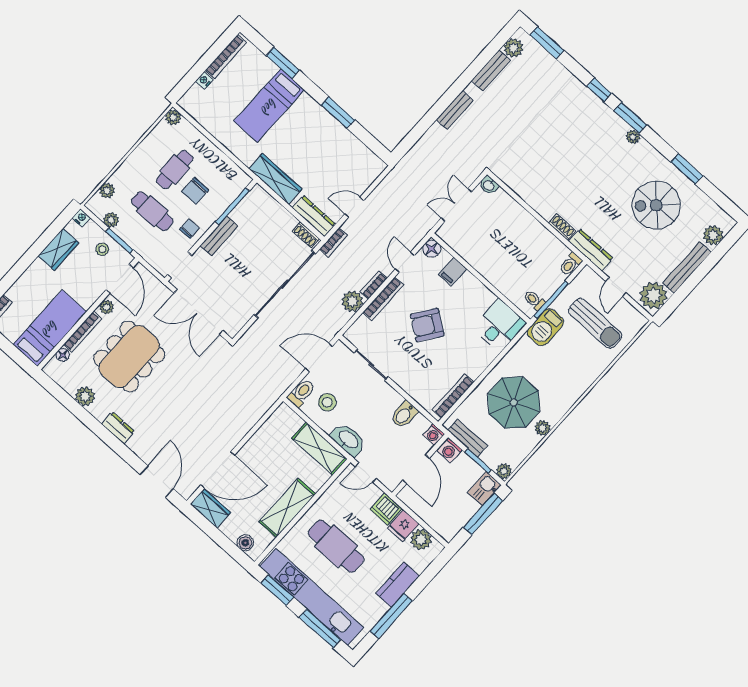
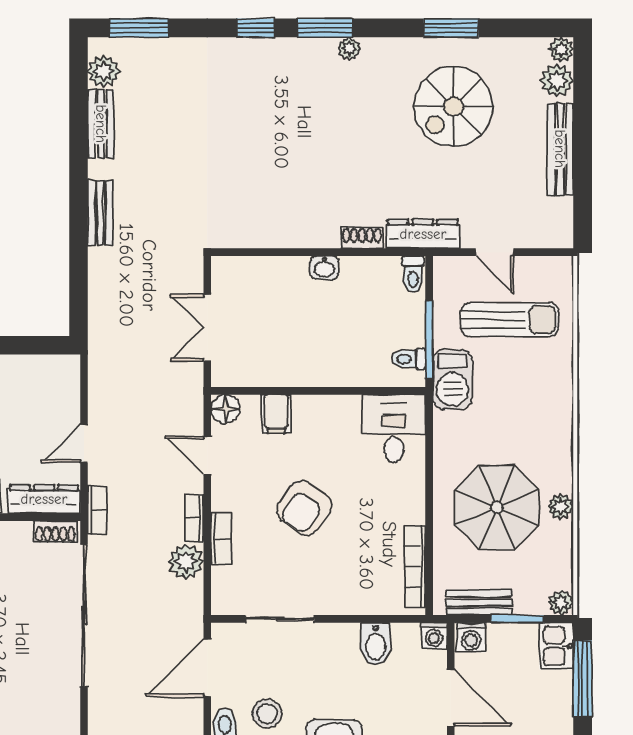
washbasin: (489, 185) -> (324, 268), moved
plant: (653, 296) -> (561, 49), moved, width x0.53, depth x0.53
bookcase: (383, 299) -> (221, 539), width x0.64

